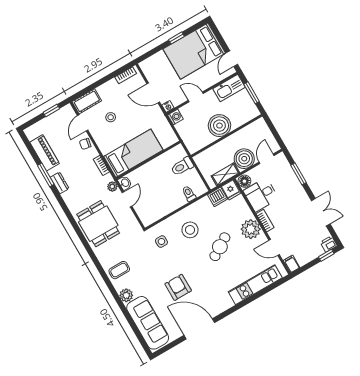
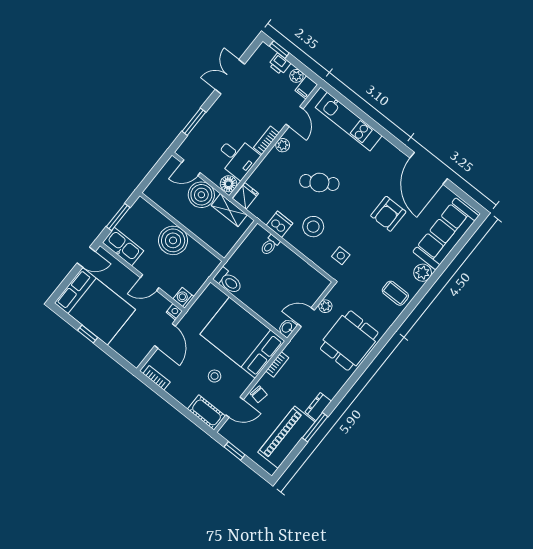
door: (196, 97) -> (150, 283), hinge flipped
piano: (45, 153) -> (286, 437), width x1.37, depth x1.33
bed: (133, 153) -> (242, 338), width x1.50
toilet: (182, 166) -> (228, 281), moved
plant: (112, 187) -> (325, 306), moved
dishwasher: (217, 197) -> (279, 224), moved
plant: (251, 229) -> (283, 145), width x0.53, depth x0.53
printer: (329, 244) -> (279, 64), moved
plant: (303, 260) -> (296, 76), added

